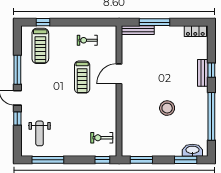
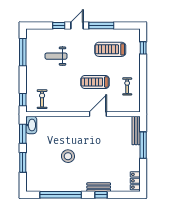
treadmill: (40, 46) -> (110, 49), moved
door: (119, 74) -> (98, 114), hinge flipped
weight bench: (40, 133) -> (56, 56), moved
washbasin: (192, 150) -> (31, 125), moved
window: (186, 160) -> (23, 162), moved

